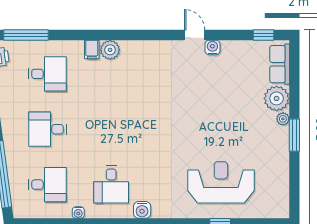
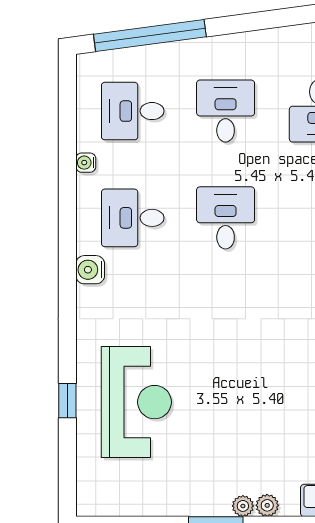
plant: (277, 98) -> (267, 505), width x0.53, depth x0.53
desk: (111, 129) -> (226, 218), added
desk: (47, 185) -> (133, 111), turned 90

